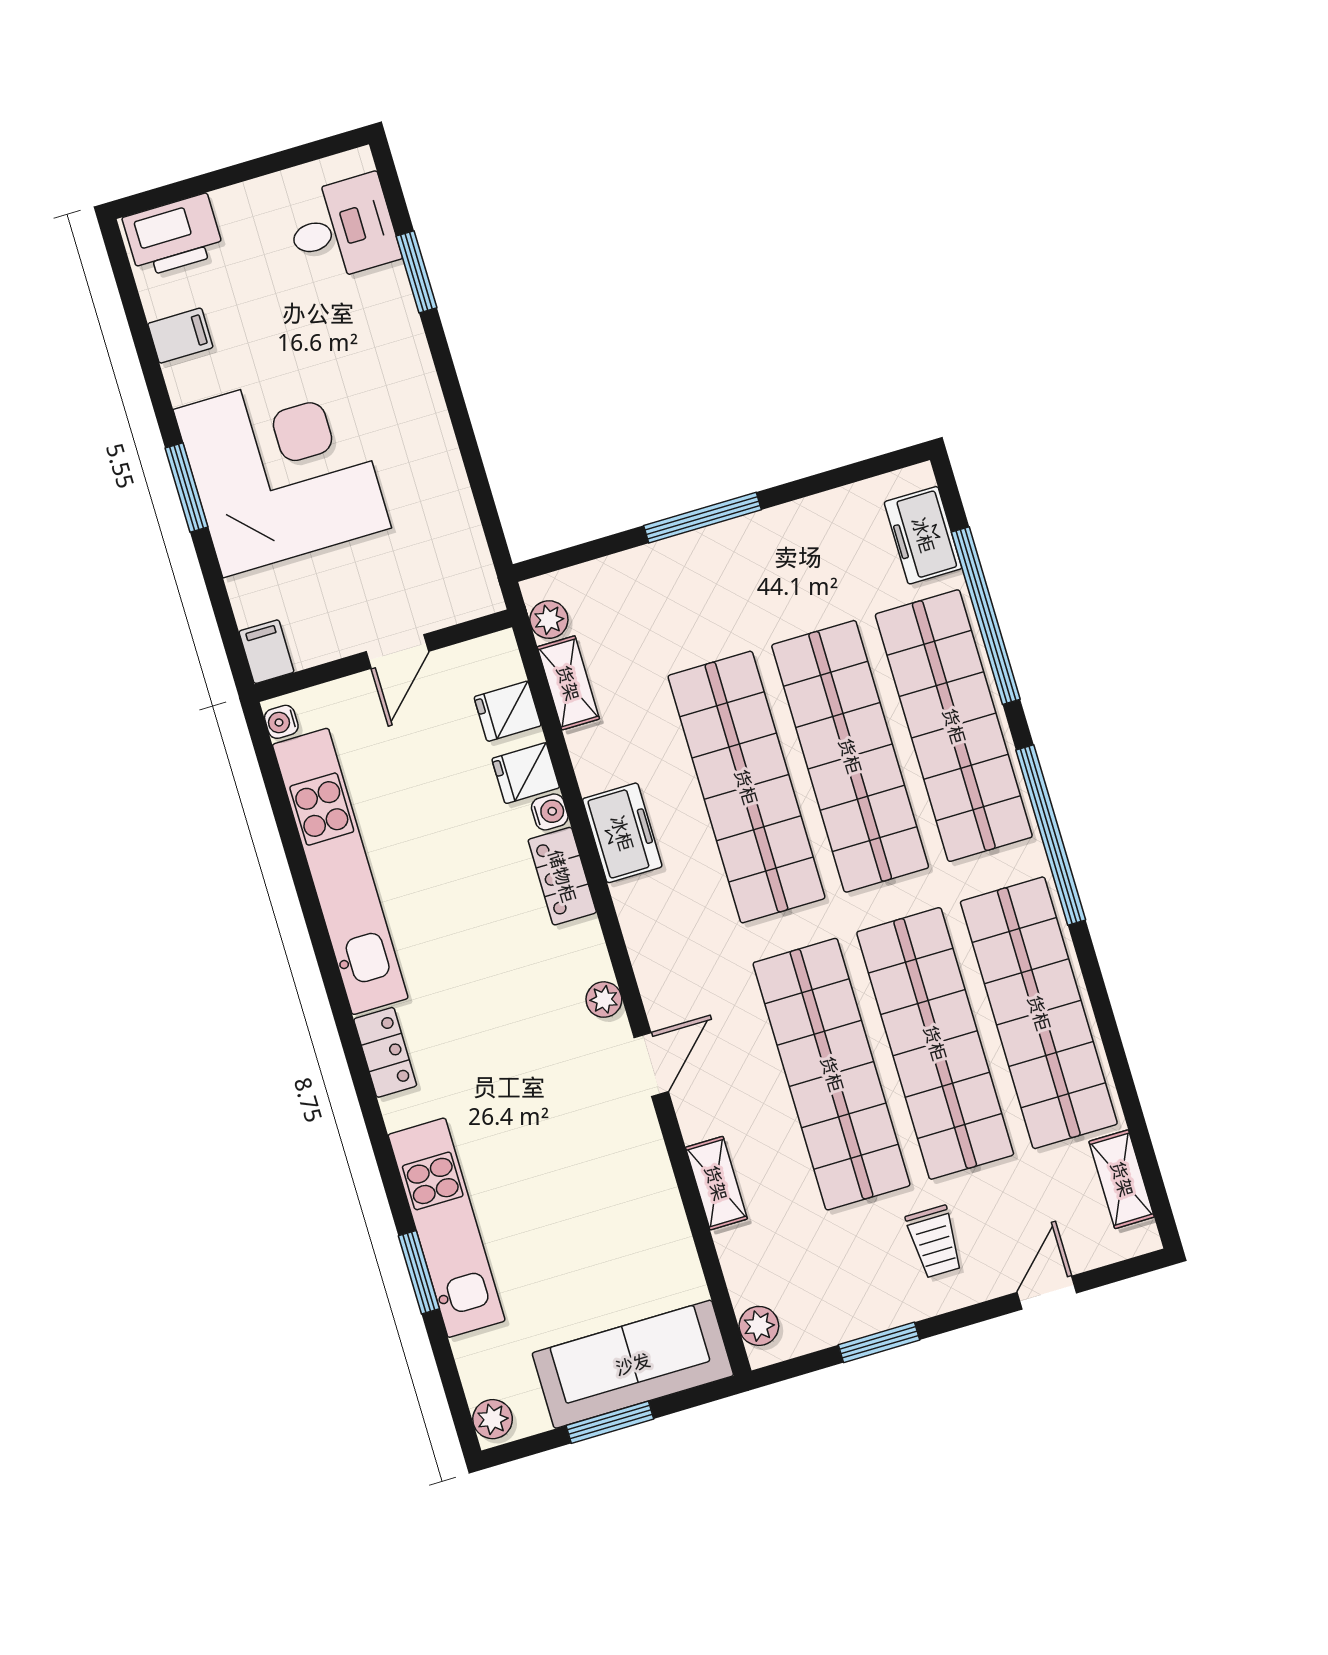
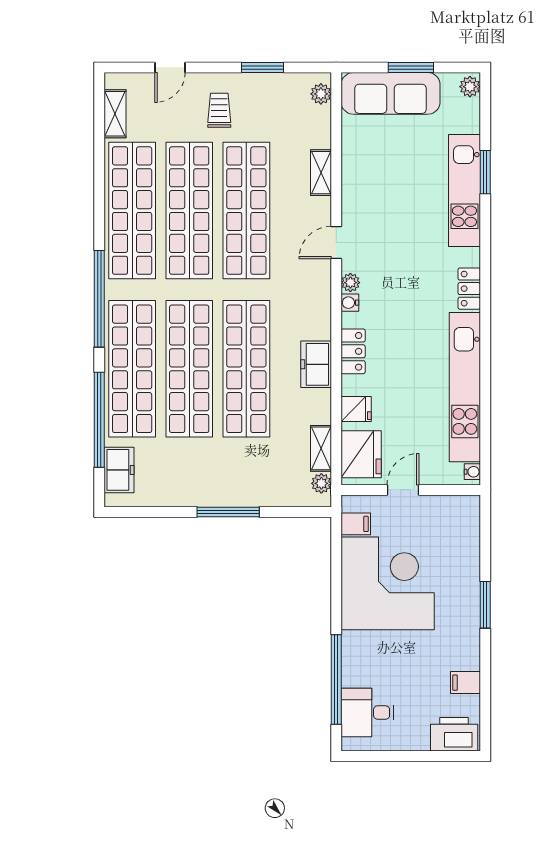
window: (417, 272) -> (336, 679), width x2.11
corner desk: (282, 469) -> (388, 583), moved, turned 180
filing cabinet: (266, 652) -> (356, 524), moved, turned -90
fridge: (508, 711) -> (361, 454), width x1.88, depth x1.34
water cooler: (550, 812) -> (350, 303), moved

